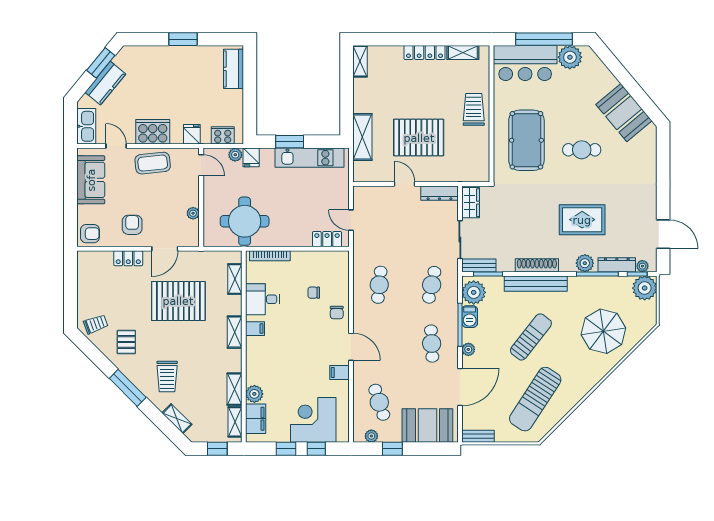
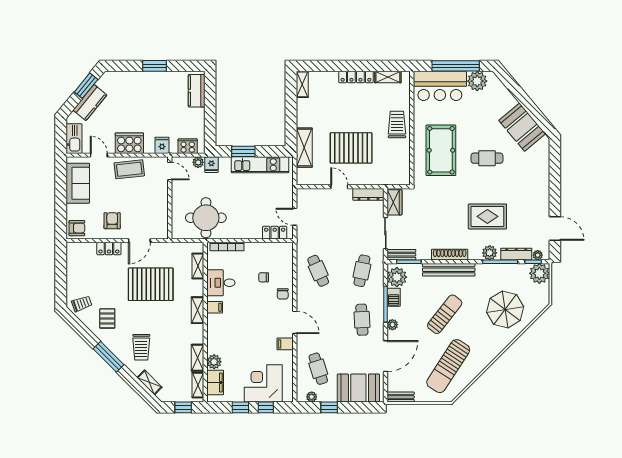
plant: (193, 213) -> (163, 211), removed
cafe table: (379, 285) -> (318, 271), turned -30

